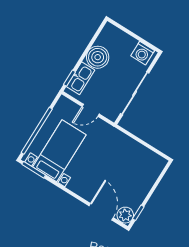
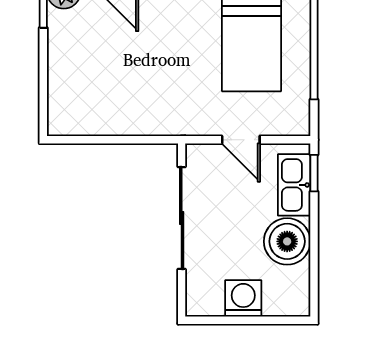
washing machine: (143, 53) -> (243, 298), moved
door: (91, 110) -> (241, 140), swing flipped

